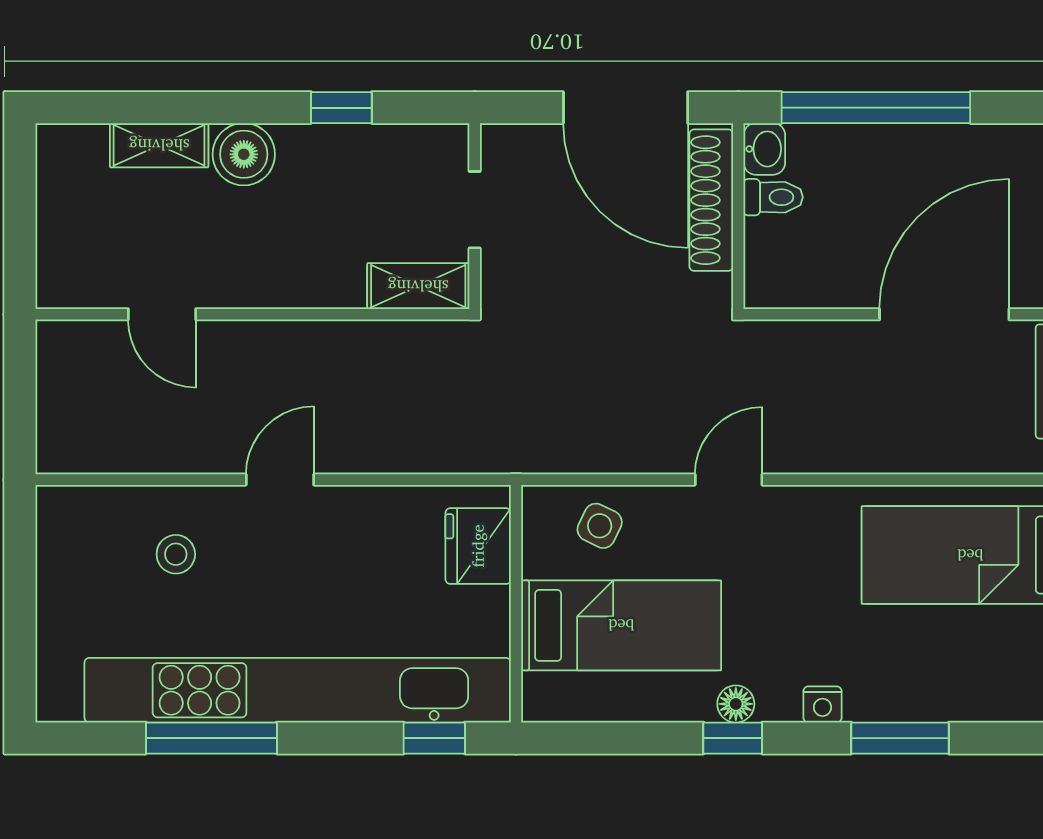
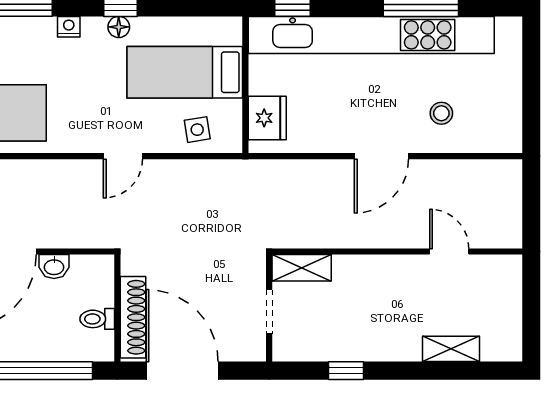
washbasin: (764, 149) -> (54, 267), moved, turned -90
boiler: (244, 154) -> (402, 344), removed
door: (280, 480) -> (381, 156), width x1.38
side table: (600, 526) -> (197, 130), turned -35

